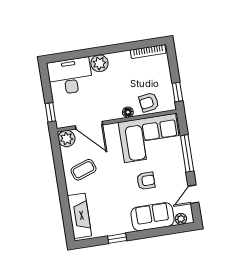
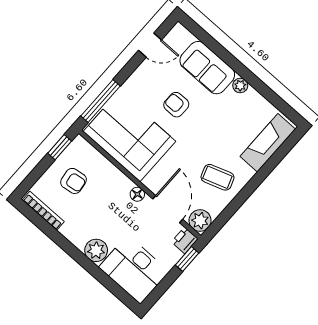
armchair: (149, 102) -> (73, 181), moved
floor lamp: (128, 112) -> (137, 194), moved
printer: (62, 120) -> (185, 240), added
window: (187, 153) -> (101, 101), moved
plant: (181, 219) -> (240, 85), moved
window: (117, 238) -> (259, 86), removed

